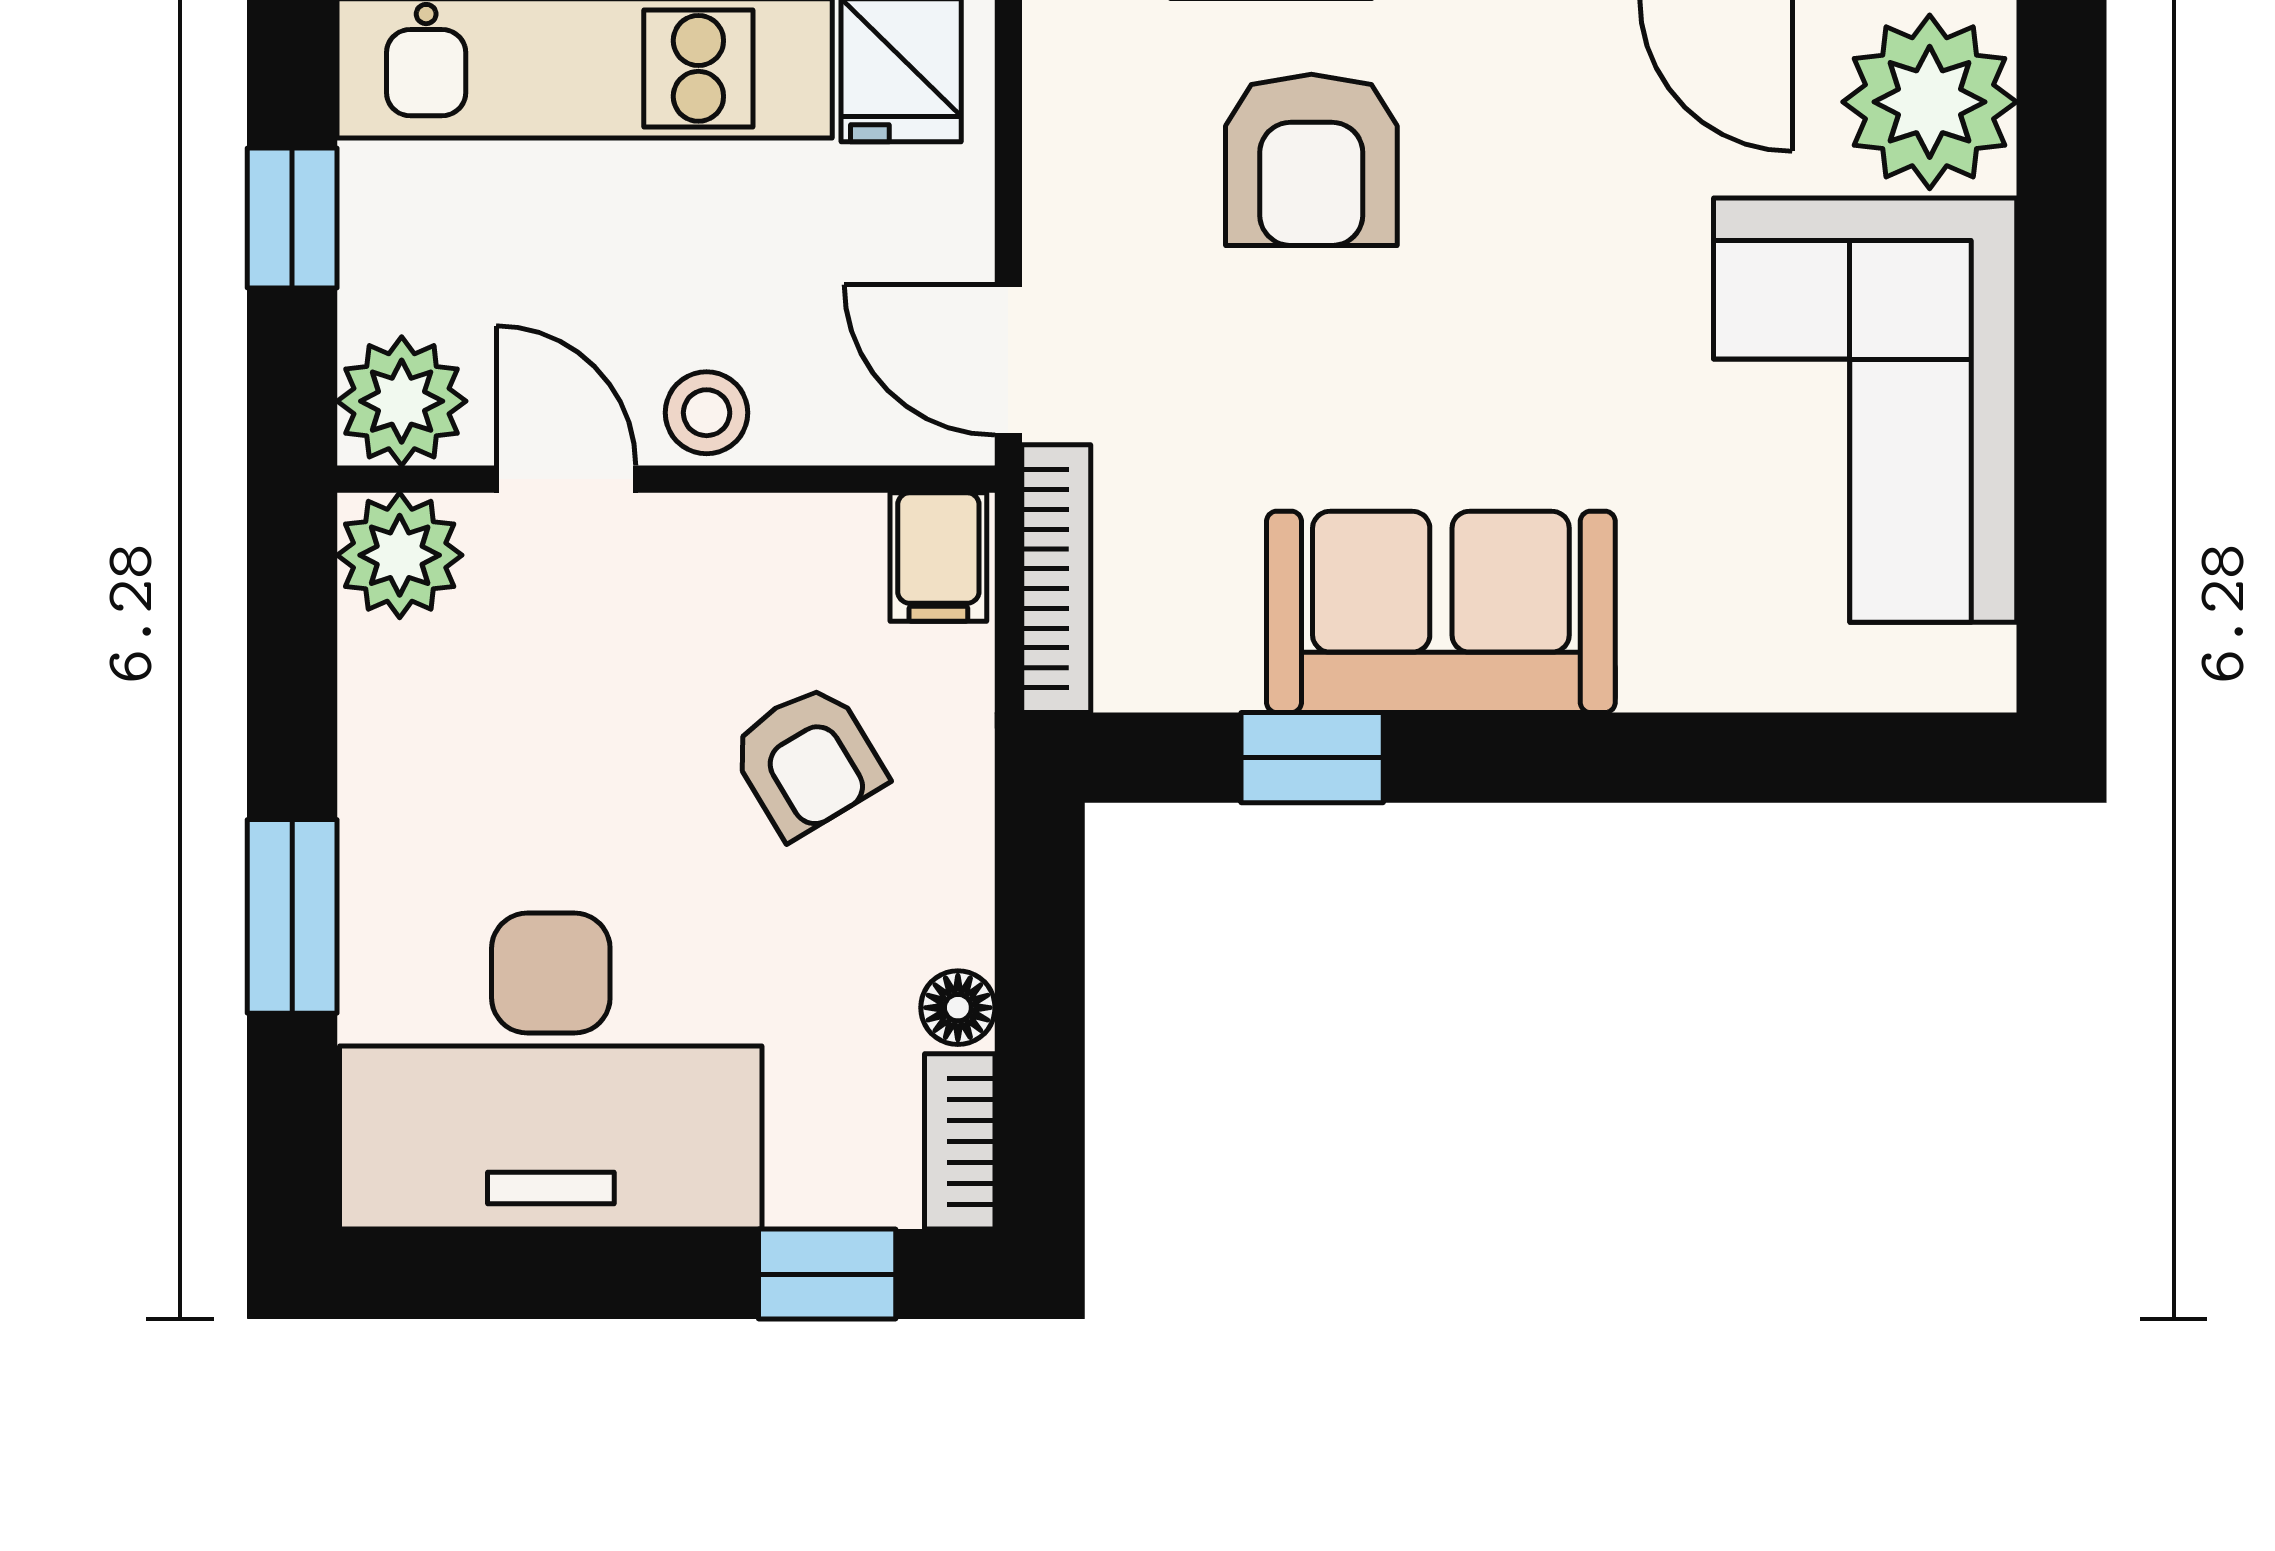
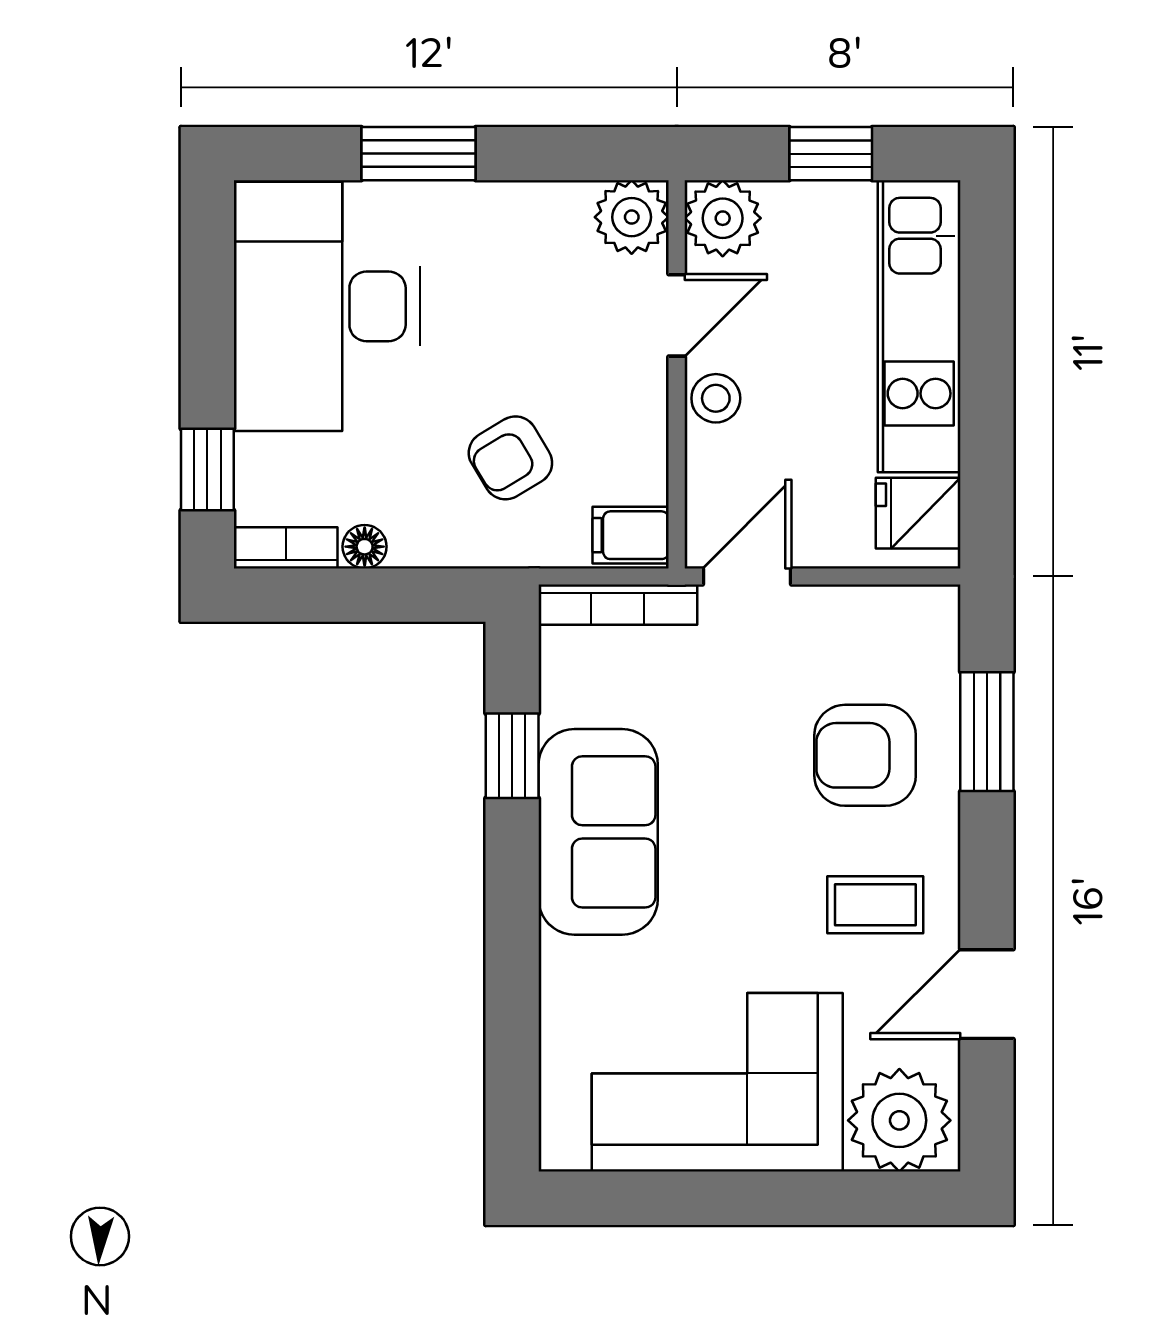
coffee table: (1564, 143) -> (875, 905), added

